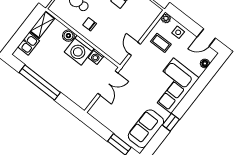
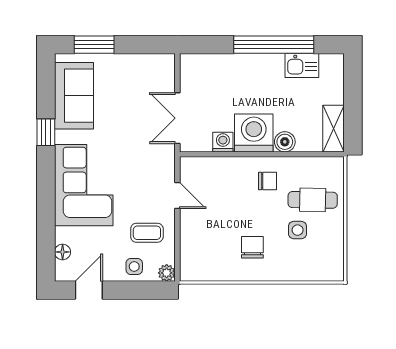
kitchen sink: (29, 44) -> (302, 65), moved, turned -90

